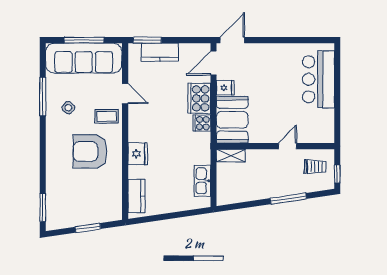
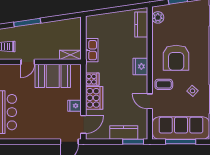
booth: (232, 120) -> (53, 76), moved, turned 90
armchair: (90, 152) -> (176, 58), turned 90
fridge: (138, 154) -> (140, 66), moved
kitchen sink: (202, 181) -> (92, 50), moved
plant: (114, 205) -> (158, 17), added

